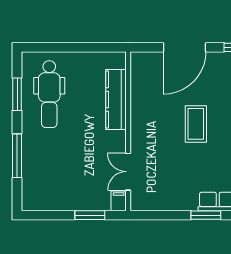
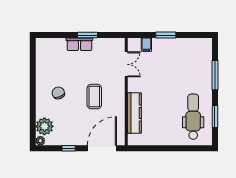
kitchen counter: (116, 100) -> (134, 113), moved
wall: (128, 131) -> (126, 92), moved
double door: (128, 172) -> (126, 64), moved

